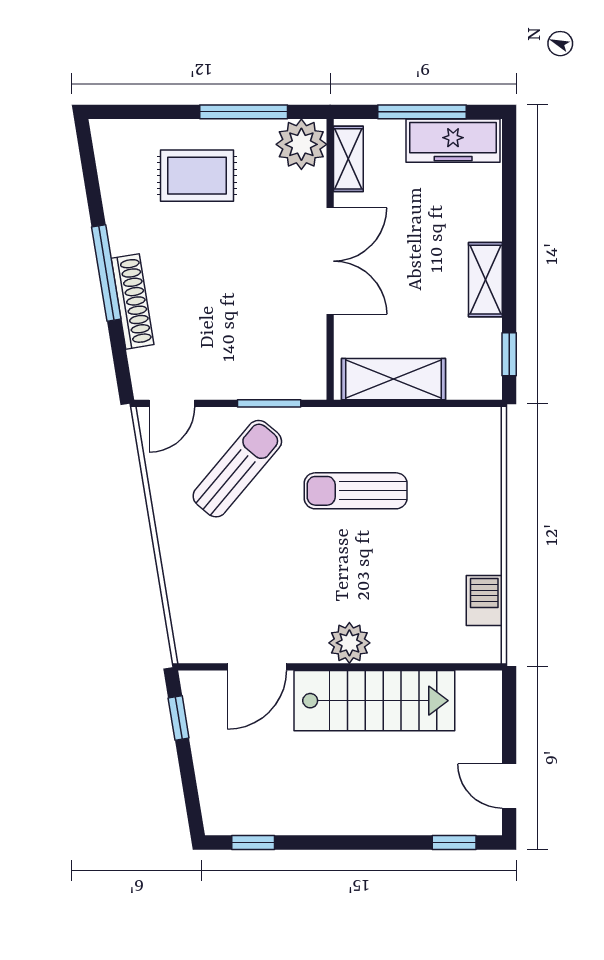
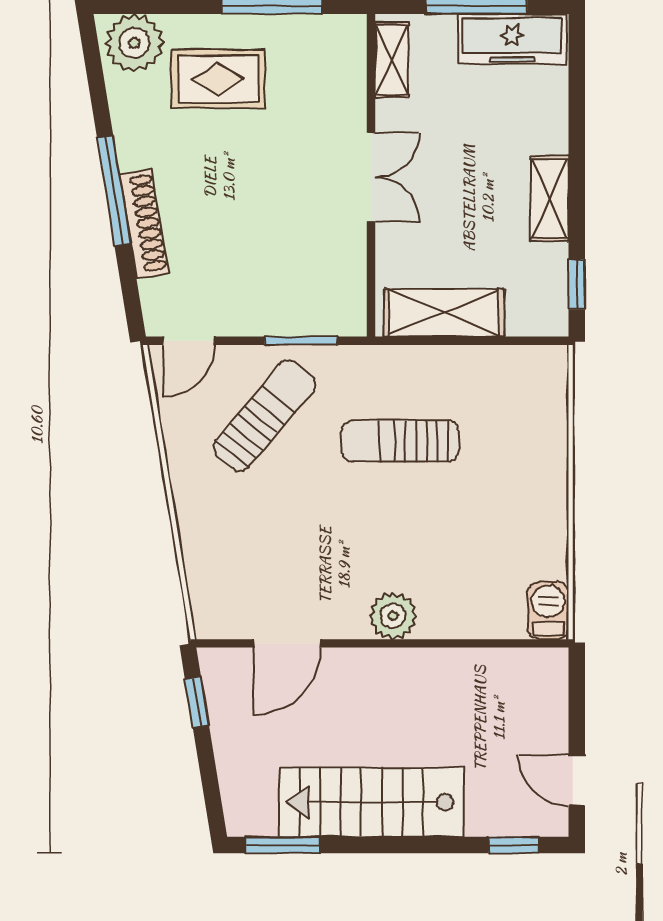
plant: (301, 144) -> (134, 43), moved
double door: (330, 261) -> (371, 177), width x0.73
barbecue: (484, 600) -> (548, 610), moved
stairs: (374, 701) -> (371, 802), moved, turned 180
window: (253, 842) -> (283, 845), width x1.50

